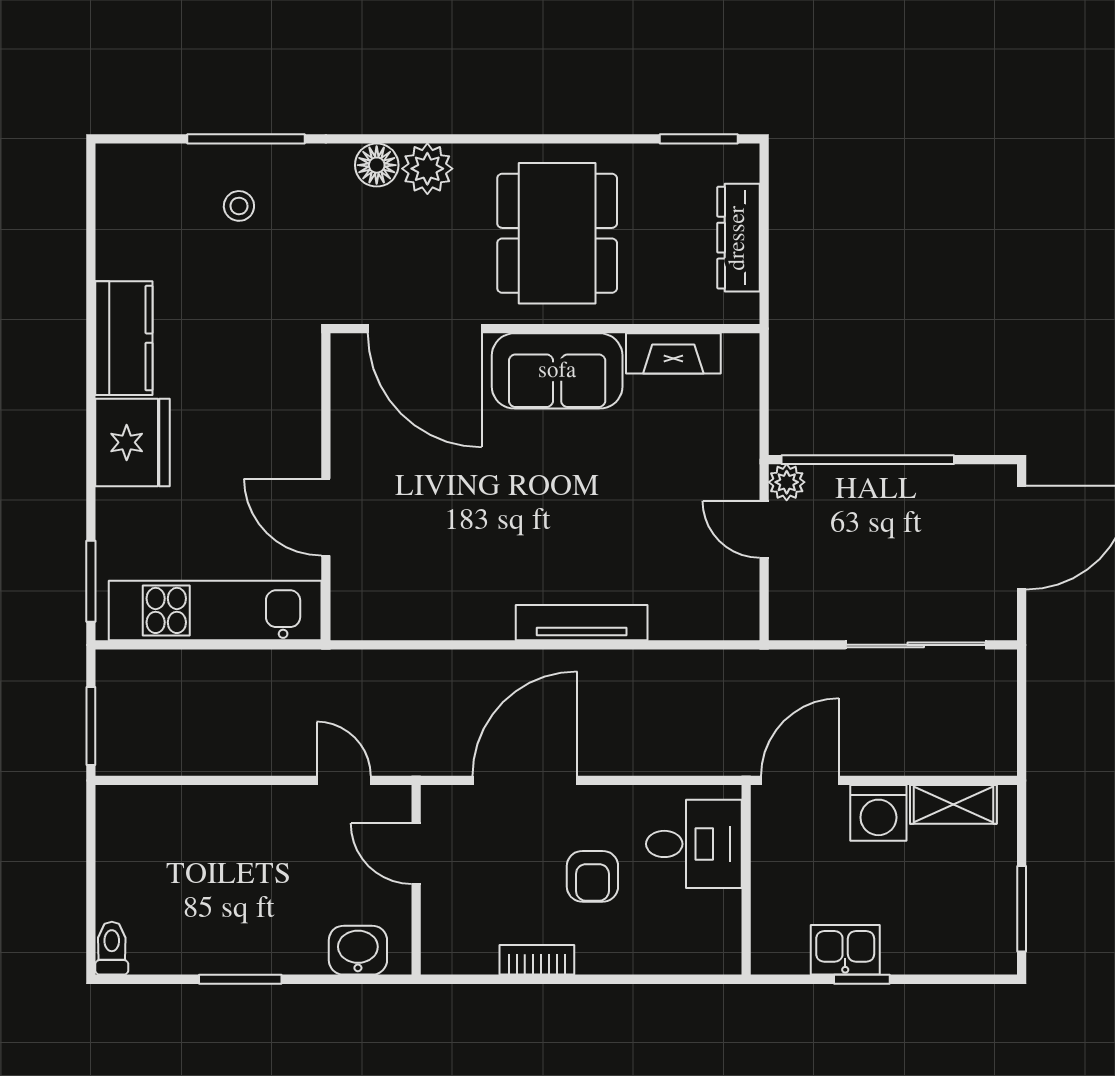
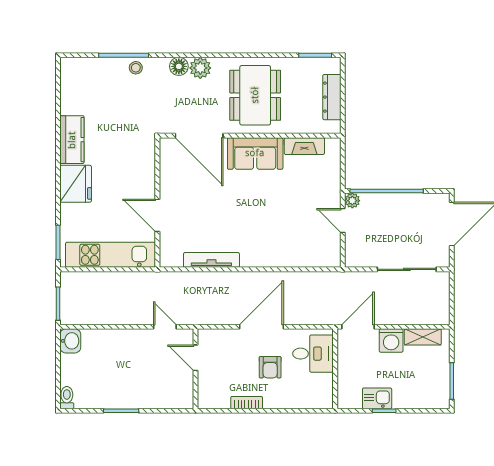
stool: (239, 206) -> (136, 68), moved
tv unit: (582, 623) -> (211, 260), moved
door: (525, 780) -> (261, 327), moved
washbasin: (358, 950) -> (70, 341), moved, turned 90

